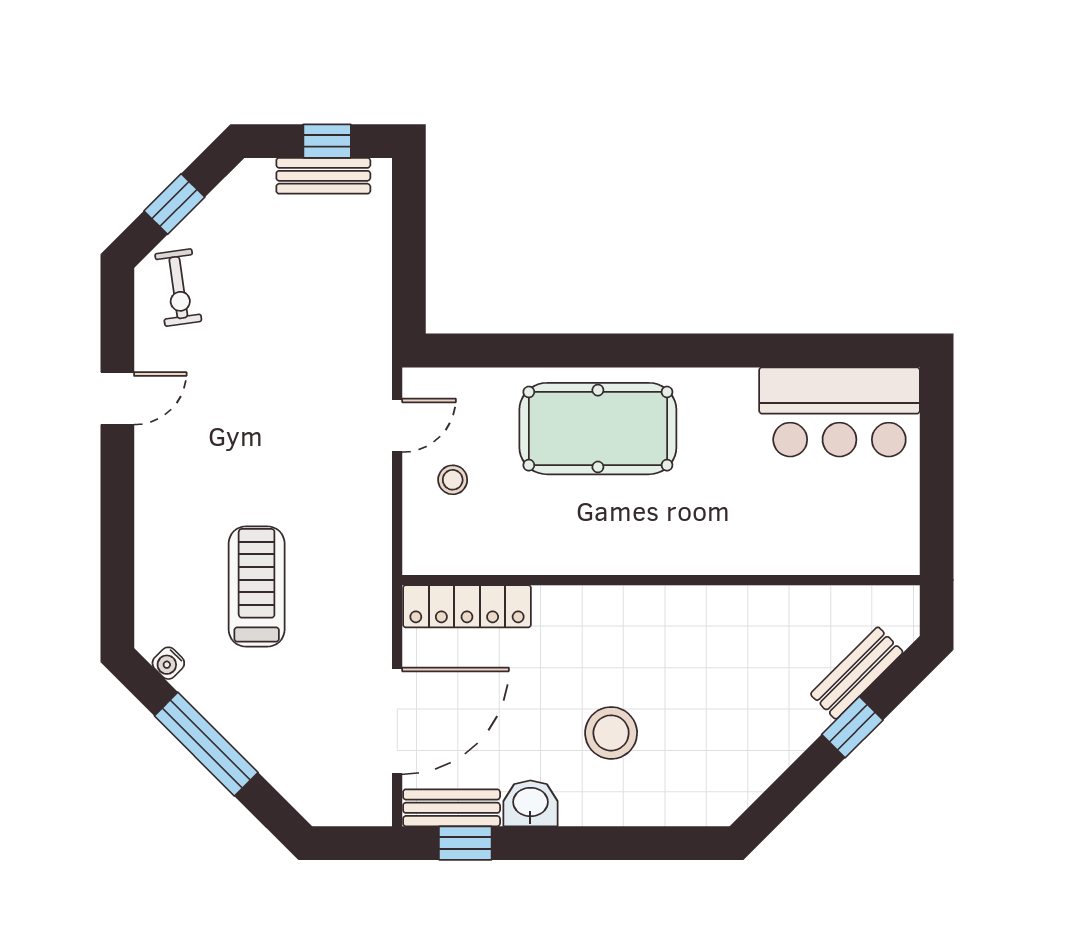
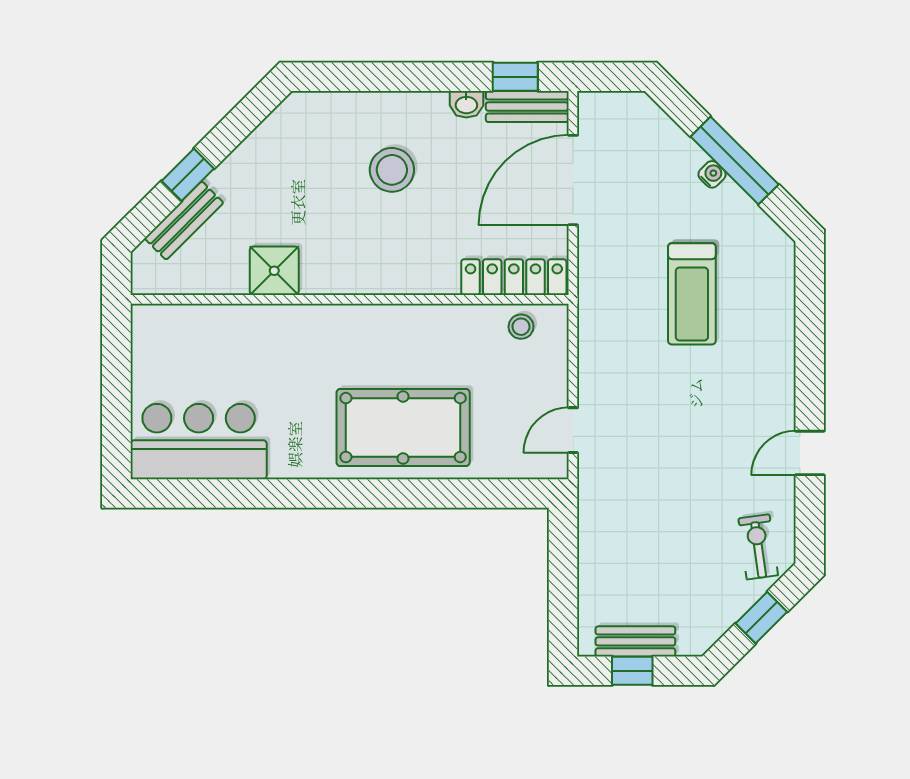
stool: (453, 480) -> (521, 327), moved
shower: (750, 614) -> (274, 271), added
water cooler: (168, 663) -> (712, 174), moved
washbasin: (530, 803) -> (466, 104), width x0.72, depth x0.69

